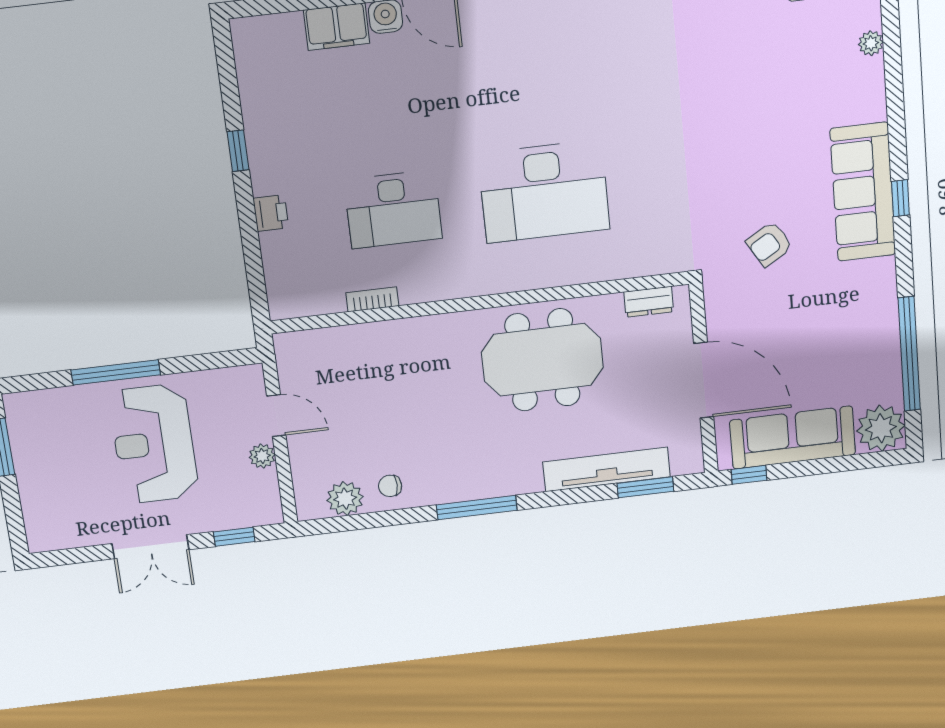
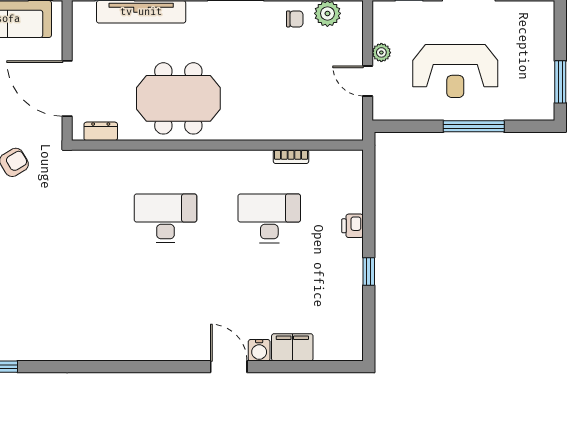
desk: (544, 191) -> (165, 218), width x0.73, depth x0.77
door: (704, 380) -> (67, 88), moved
reception desk: (154, 444) -> (455, 71), turned 90

